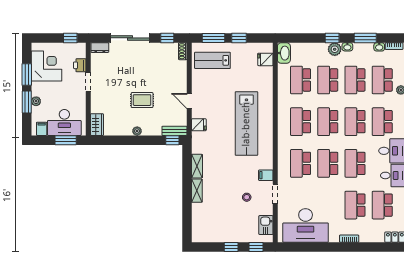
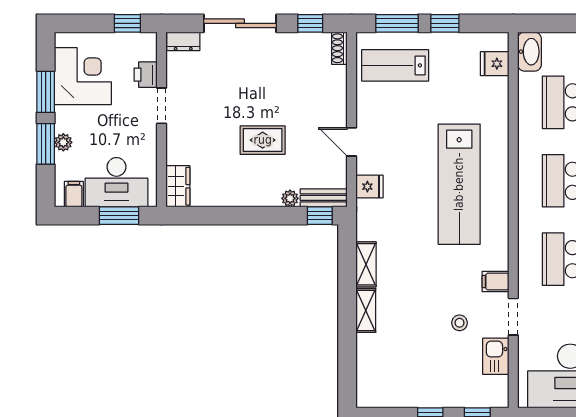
plant: (137, 131) -> (290, 198), moved
kitchen sink: (266, 225) -> (496, 356), moved

